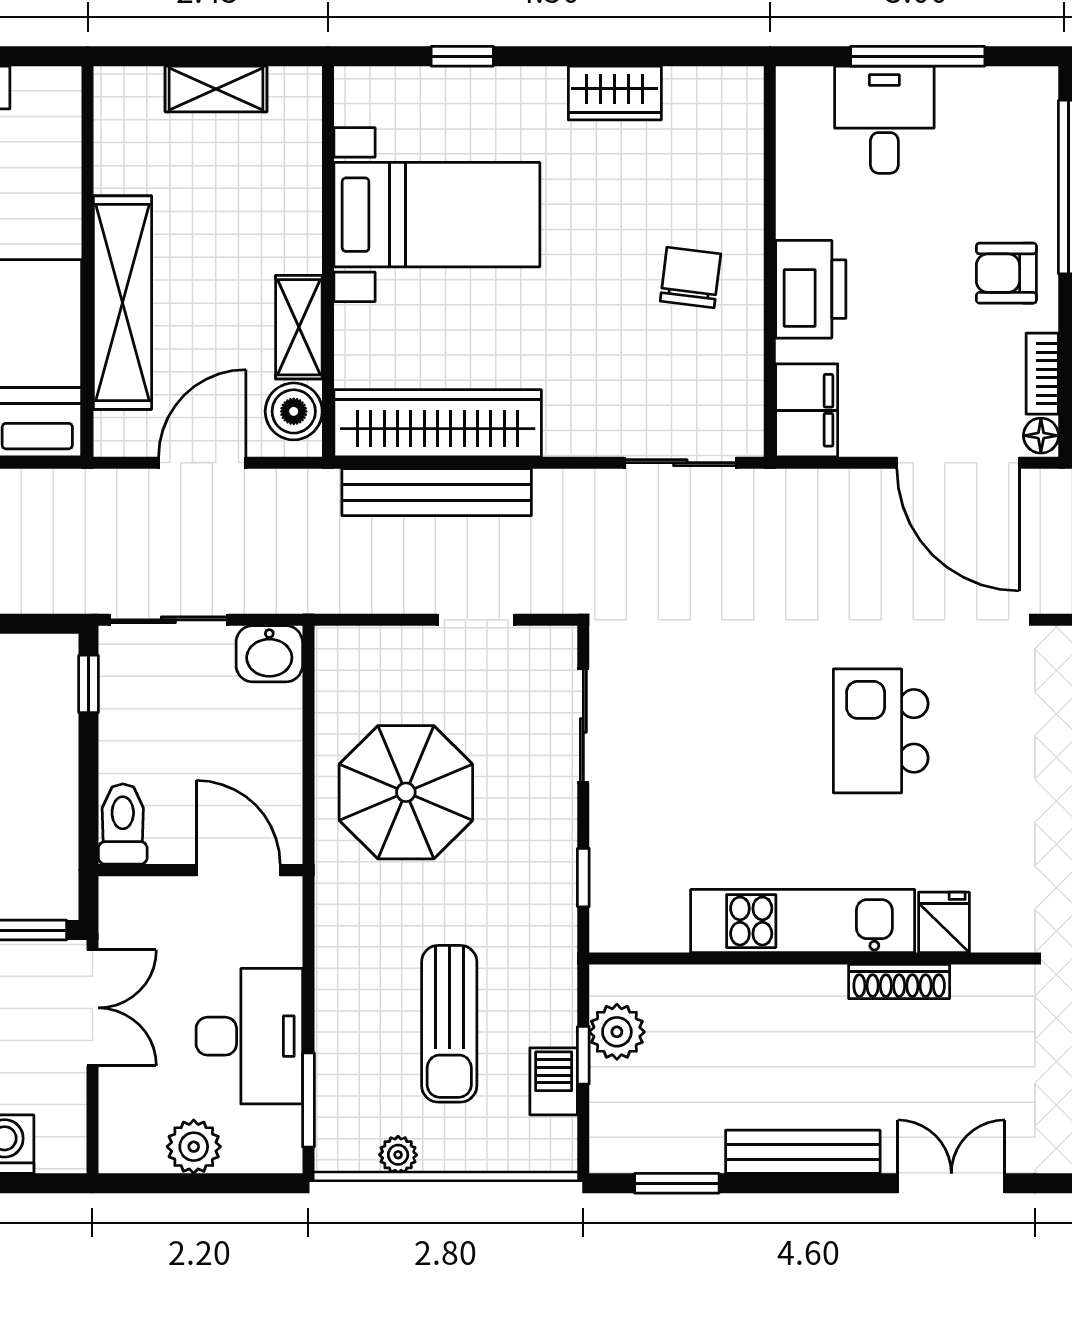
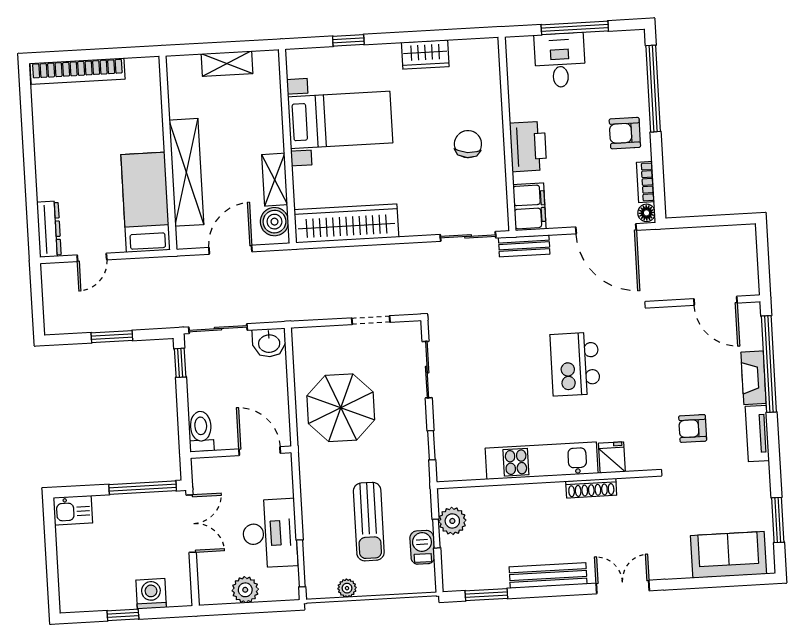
bench: (437, 492) -> (524, 246), moved, width x0.54, depth x0.82

